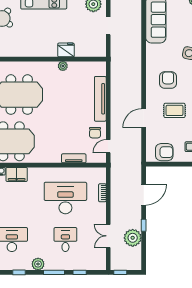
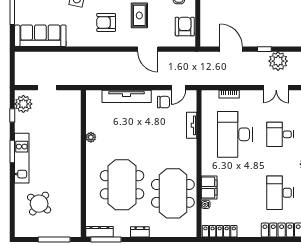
fridge: (66, 50) -> (73, 134), removed
door: (108, 146) -> (178, 88), hinge flipped

